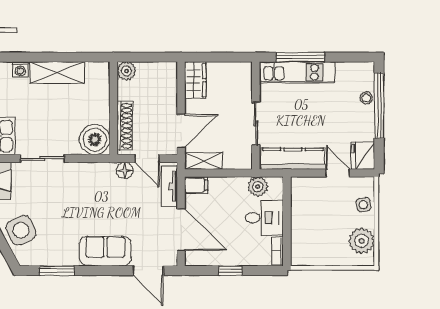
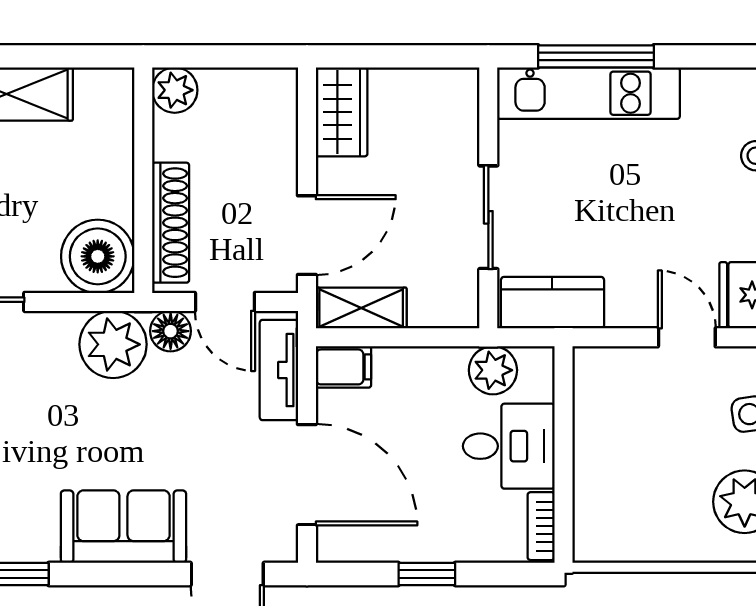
kitchen counter: (293, 159) -> (552, 303), width x0.67
plant: (101, 176) -> (113, 344), added

